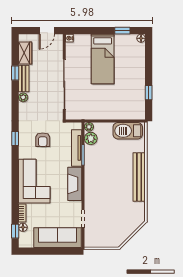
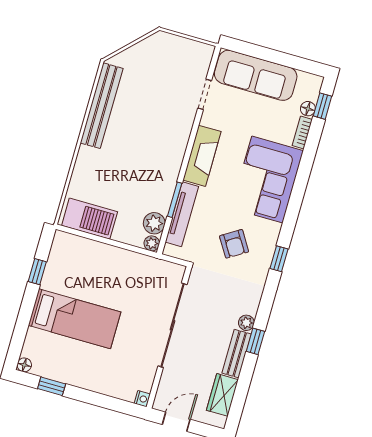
bed: (103, 59) -> (74, 319), moved, turned 90
window: (15, 73) -> (255, 341), moved
armchair: (43, 140) -> (234, 244), turned 148
bench: (139, 177) -> (102, 106), moved

